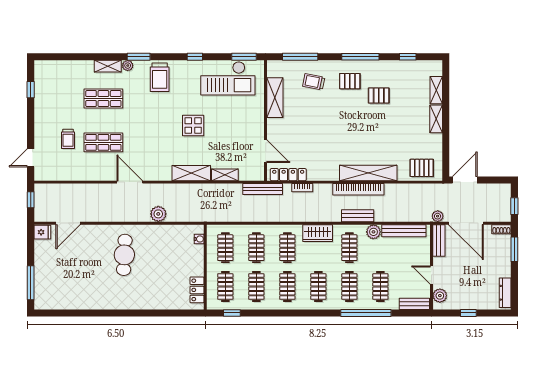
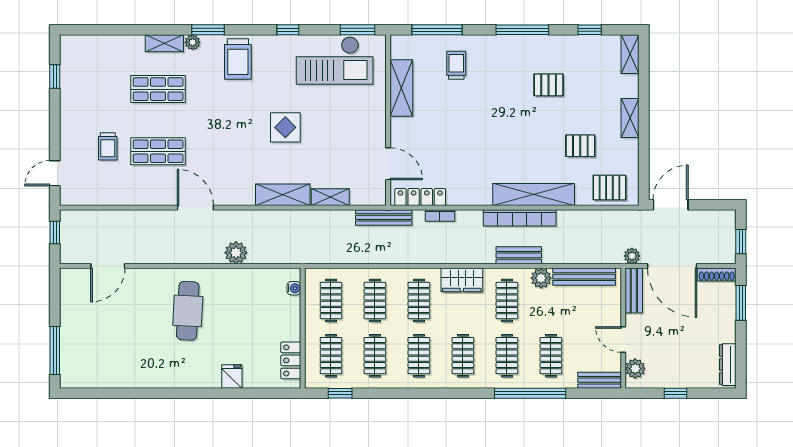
pallet: (350, 81) -> (580, 146), moved
trolley: (314, 82) -> (456, 65), turned 79
shelving: (436, 90) -> (630, 54), moved
shoe rack: (501, 229) -> (717, 274), width x1.43
fridge: (42, 232) -> (232, 377), moved, turned -90

